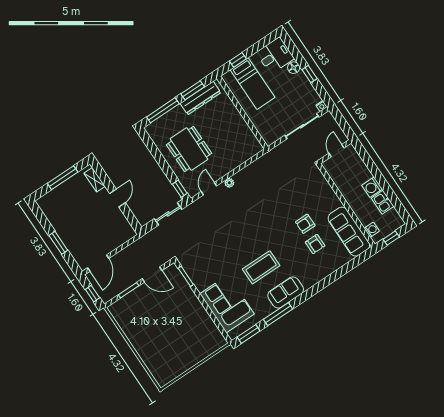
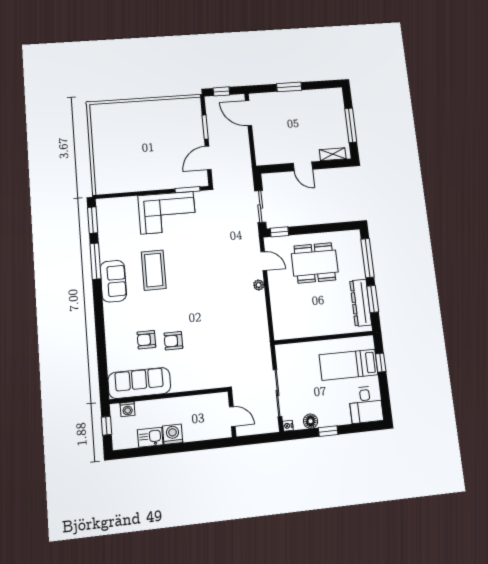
floor lamp: (294, 68) -> (311, 421), moved
armchair: (305, 224) -> (173, 341), turned -90
corner sofa: (227, 304) -> (167, 213), moved

